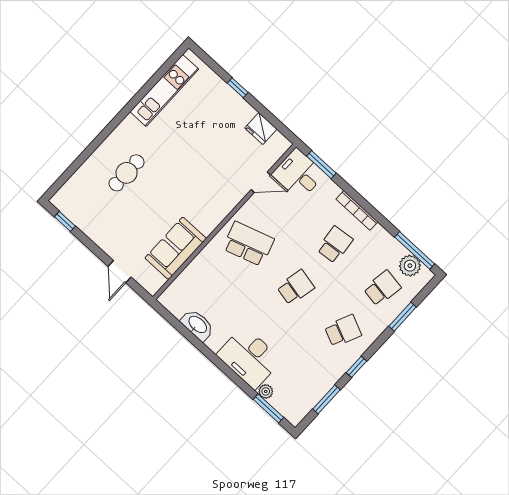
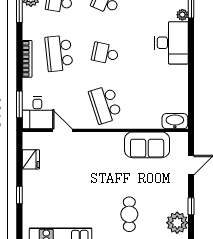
cafe table: (127, 173) -> (129, 214), turned 90
plant: (78, 210) -> (177, 223), added
window: (65, 221) -> (191, 206), moved
school desk: (335, 245) -> (59, 53), width x1.85
washbasin: (197, 325) -> (175, 121), moved, turned 90

